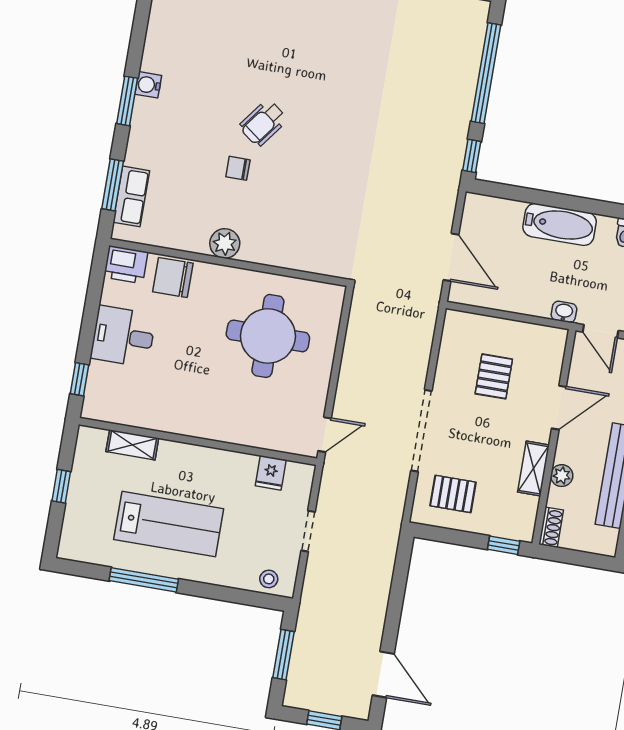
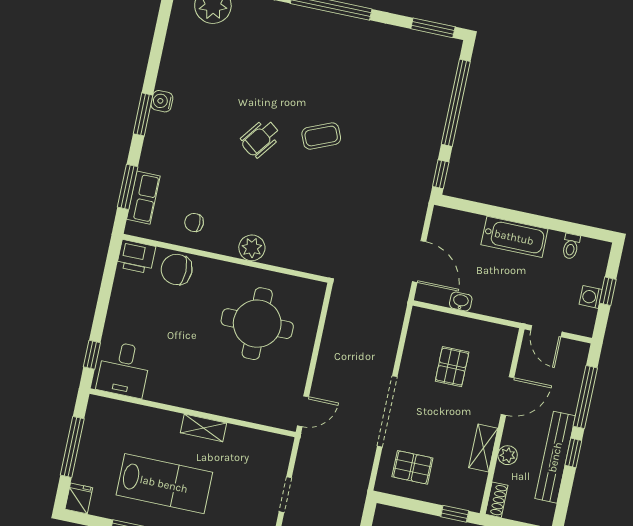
coffee table: (333, 117) -> (321, 136), added
chair: (238, 168) -> (194, 222), moved
plant: (225, 243) -> (252, 248), moved
washbasin: (564, 312) -> (461, 301), moved
desk: (123, 336) -> (124, 369), moved, turned -90
shelving: (132, 445) -> (204, 428), moved
fridge: (271, 473) -> (79, 498), moved, turned 180
window: (61, 486) -> (72, 447), width x2.17

